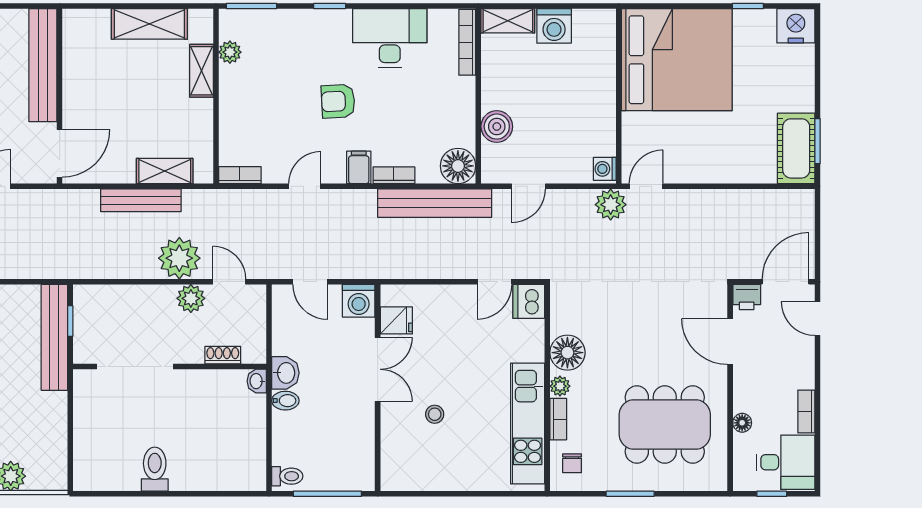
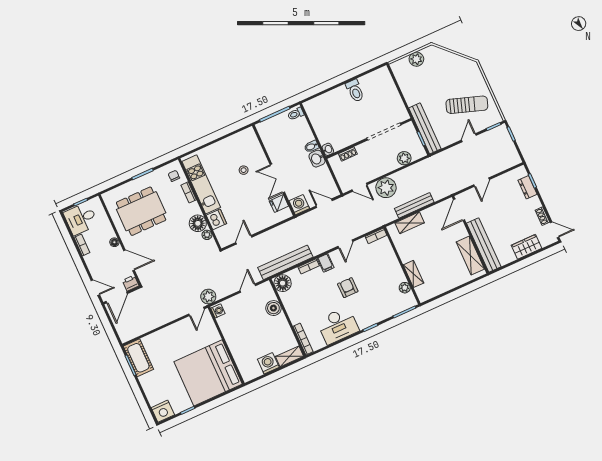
shelving: (149, 24) -> (470, 255), moved, turned 90
armchair: (338, 101) -> (348, 288), turned -87
plant: (191, 298) -> (404, 158), moved
dishwasher: (529, 301) -> (216, 219), moved
plant: (560, 386) -> (207, 235), moved
floor lamp: (742, 423) -> (114, 242), moved

